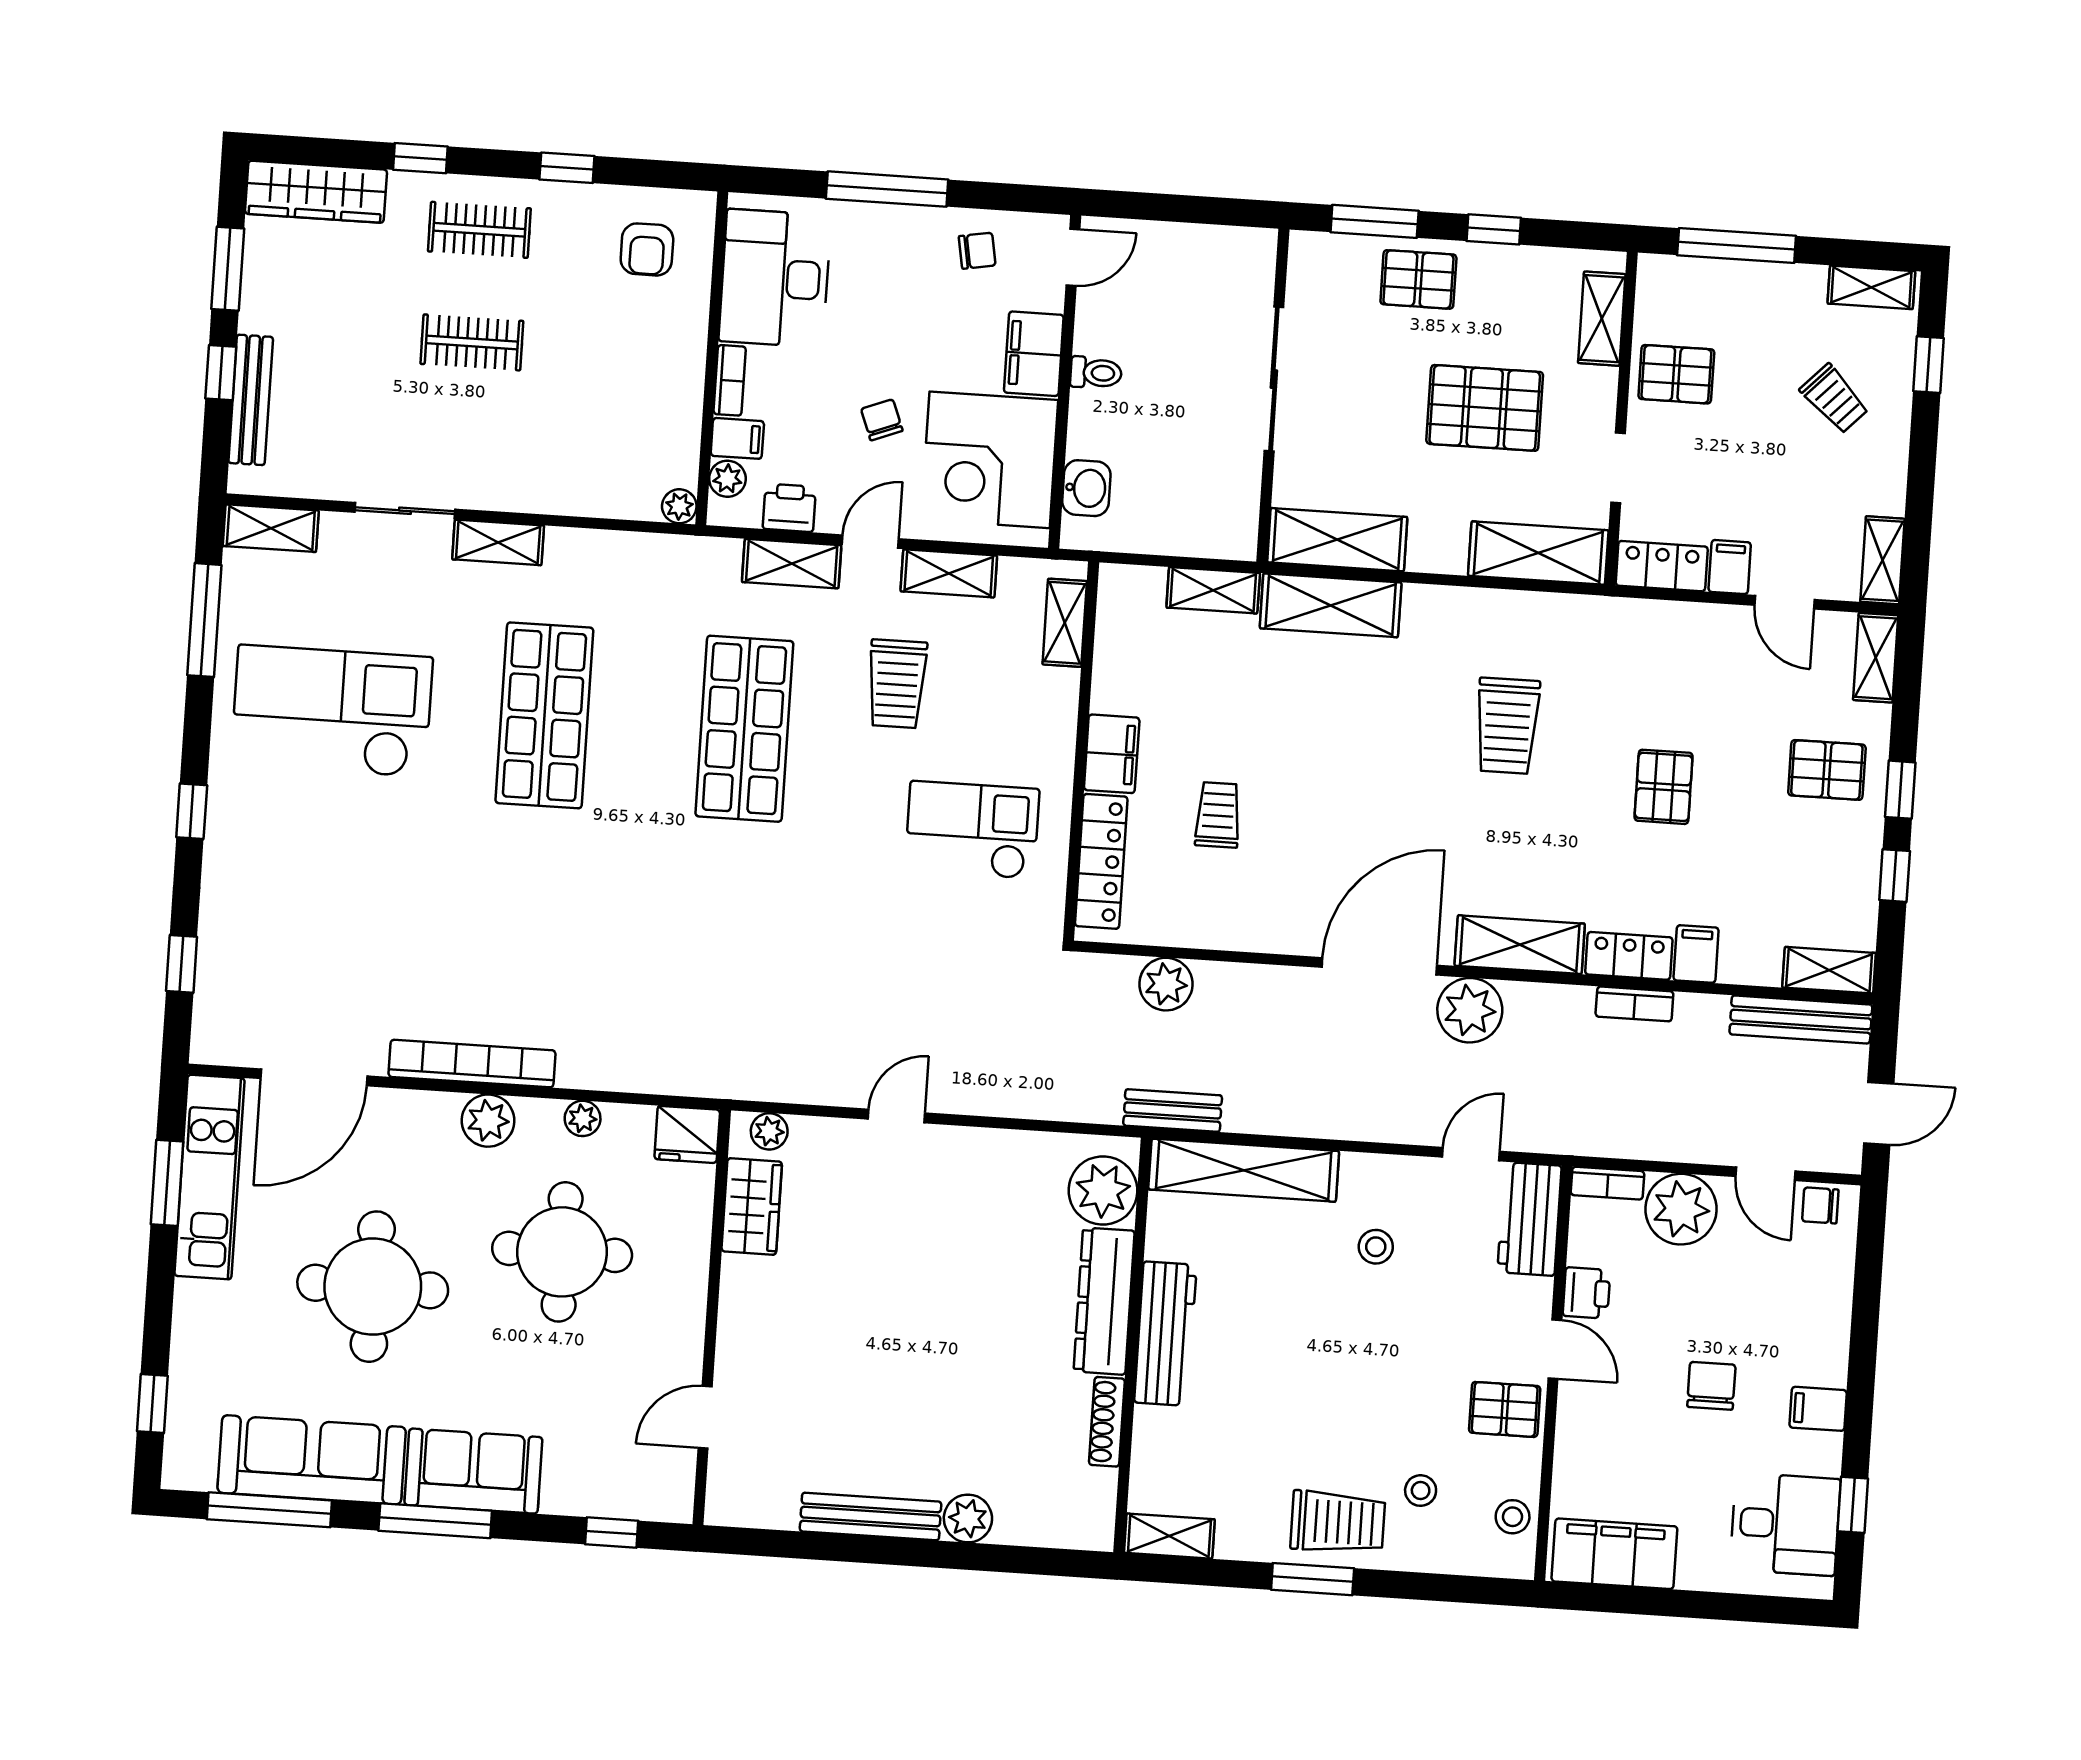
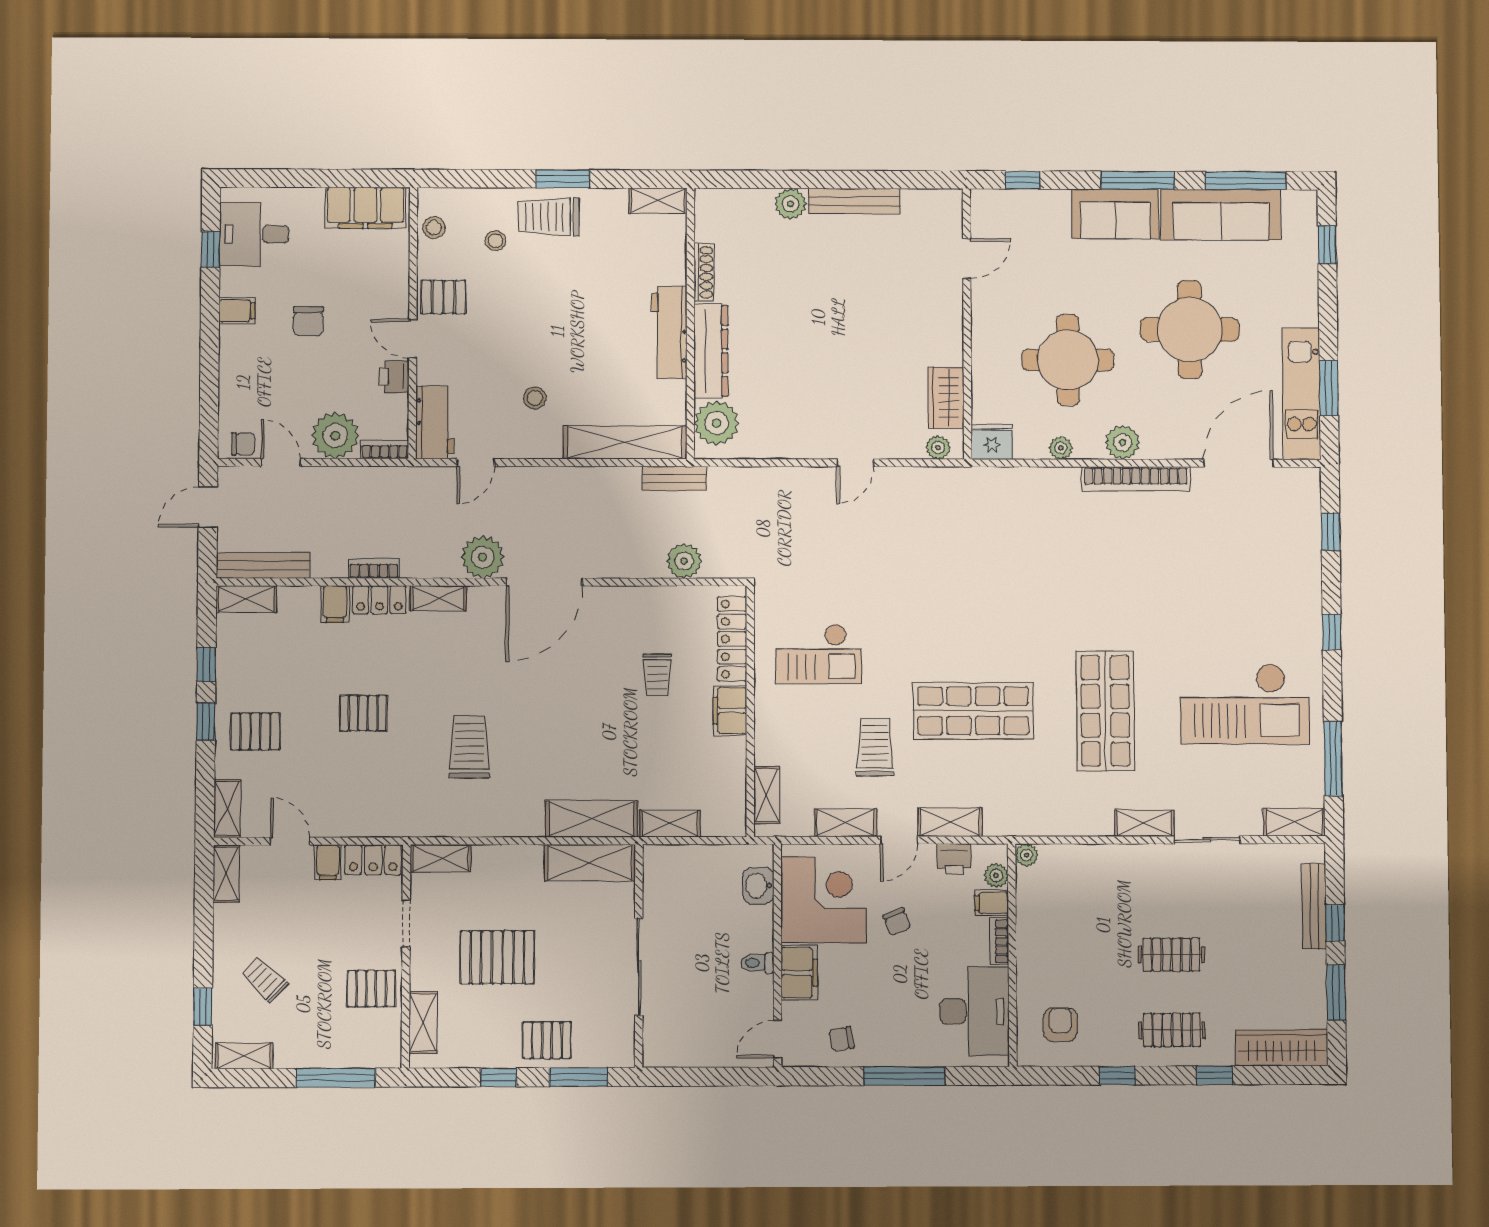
shelving: (1538, 553) -> (441, 858), width x0.67, depth x0.75
shop shelf: (744, 729) -> (973, 711), turned 90
pallet: (1664, 787) -> (363, 713), turned 90
shelving: (1520, 945) -> (438, 598), width x0.67, depth x0.75

